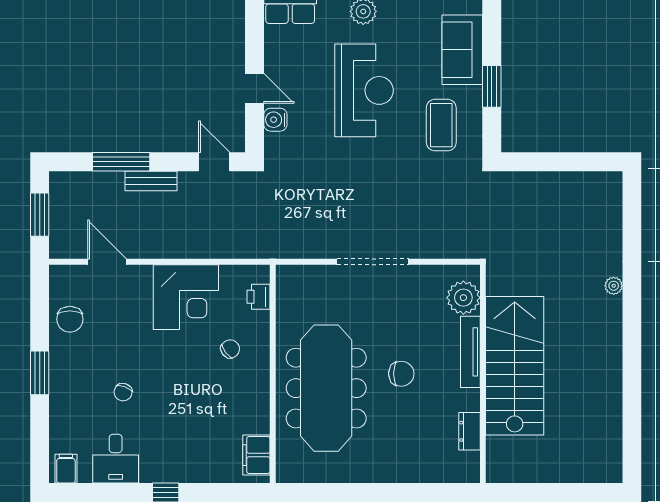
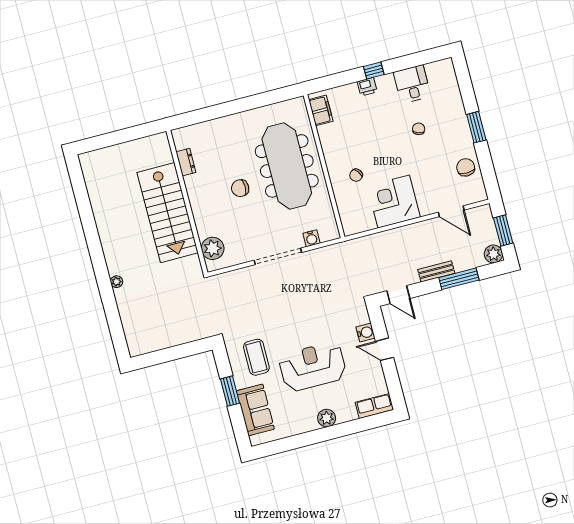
reception desk: (364, 90) -> (313, 367), turned 90
plant: (62, 185) -> (493, 254), added
water cooler: (318, 275) -> (311, 238), added
printer: (259, 297) -> (367, 87), moved, turned 90
tv unit: (470, 352) -> (199, 214), removed
filing cabinet: (66, 469) -> (443, 69), removed

